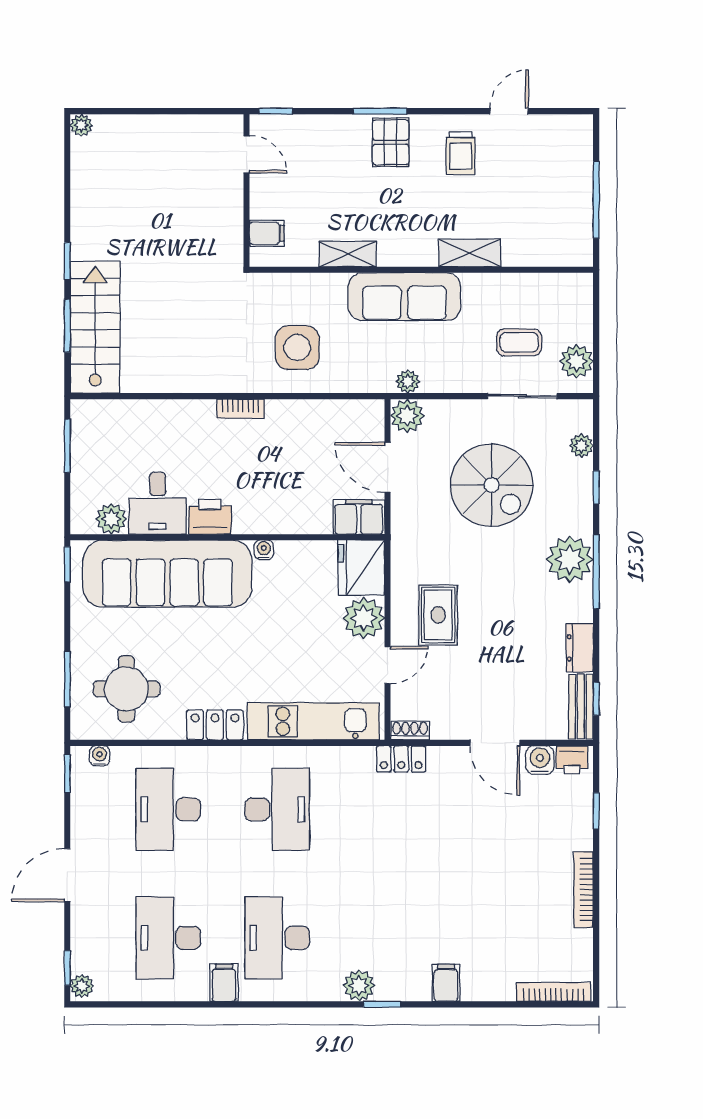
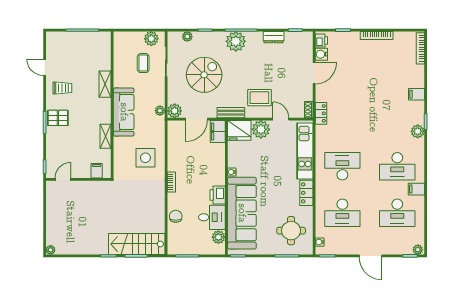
chair: (160, 419) -> (176, 216), added
bench: (581, 707) -> (231, 113), moved

